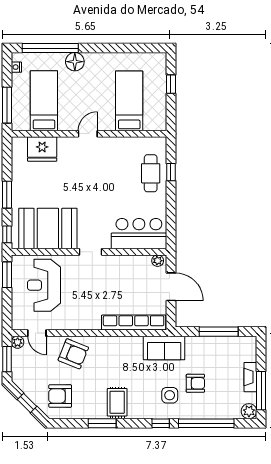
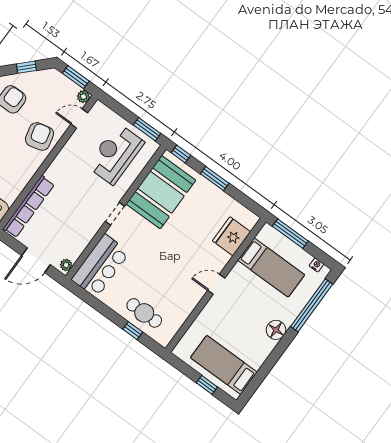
floor lamp: (75, 62) -> (276, 330), moved
bed: (129, 101) -> (224, 365), moved, turned 180
door: (88, 134) -> (216, 284), swing flipped
reception desk: (44, 285) -> (115, 154), turned -90
armchair: (73, 354) -> (39, 136), turned 144

